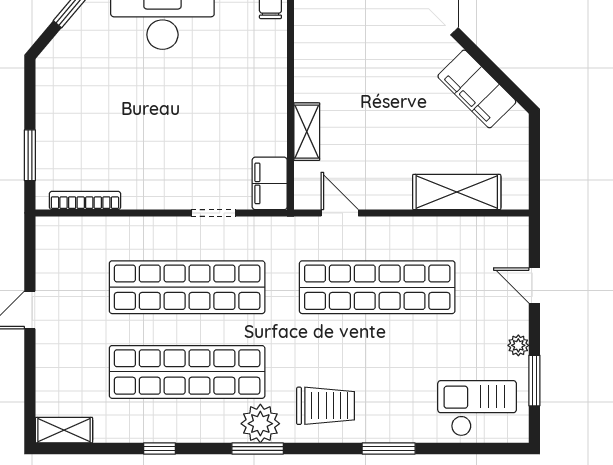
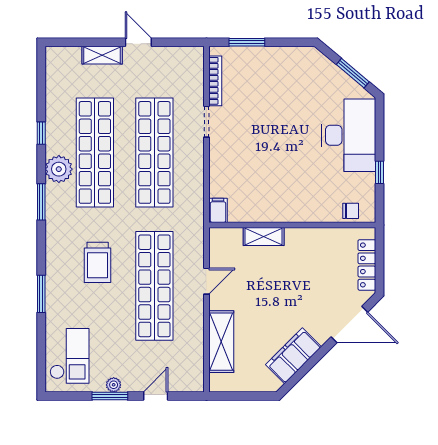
filing cabinet: (270, 183) -> (218, 210), width x0.50
doorway: (213, 213) -> (206, 122), moved
door: (340, 213) -> (206, 281), moved
window: (534, 381) -> (110, 396), moved
trolley: (326, 406) -> (98, 262), moved
plant: (260, 424) -> (59, 169), moved
shelving: (64, 430) -> (102, 55), moved, turned 90

